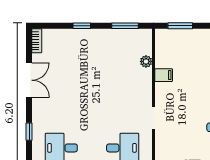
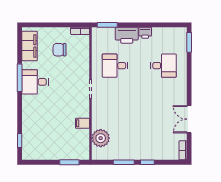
window: (125, 26) -> (124, 162), moved
plant: (146, 61) -> (101, 138), width x1.88, depth x1.88
window: (29, 132) -> (189, 78), removed

